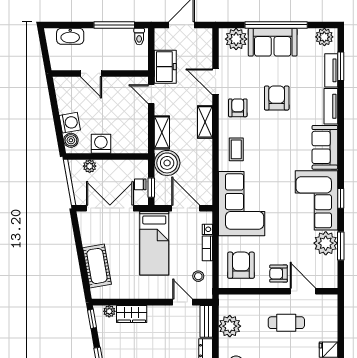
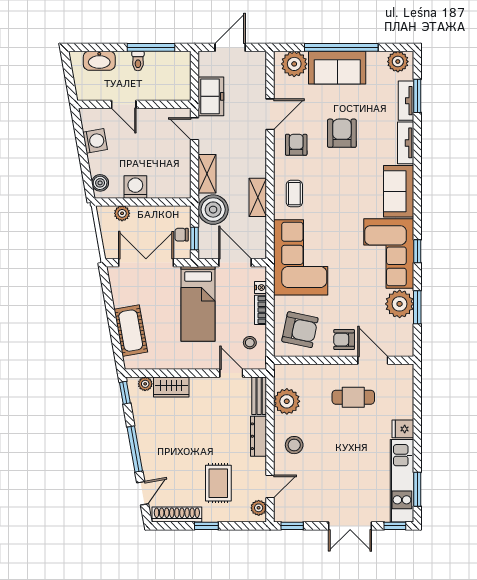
toilet: (139, 37) -> (138, 61), moved
door: (216, 82) -> (270, 114), swing flipped
shelving: (205, 122) -> (258, 197), moved
washing machine: (70, 123) -> (95, 141), moved
armchair: (241, 265) -> (300, 330), turned 102

